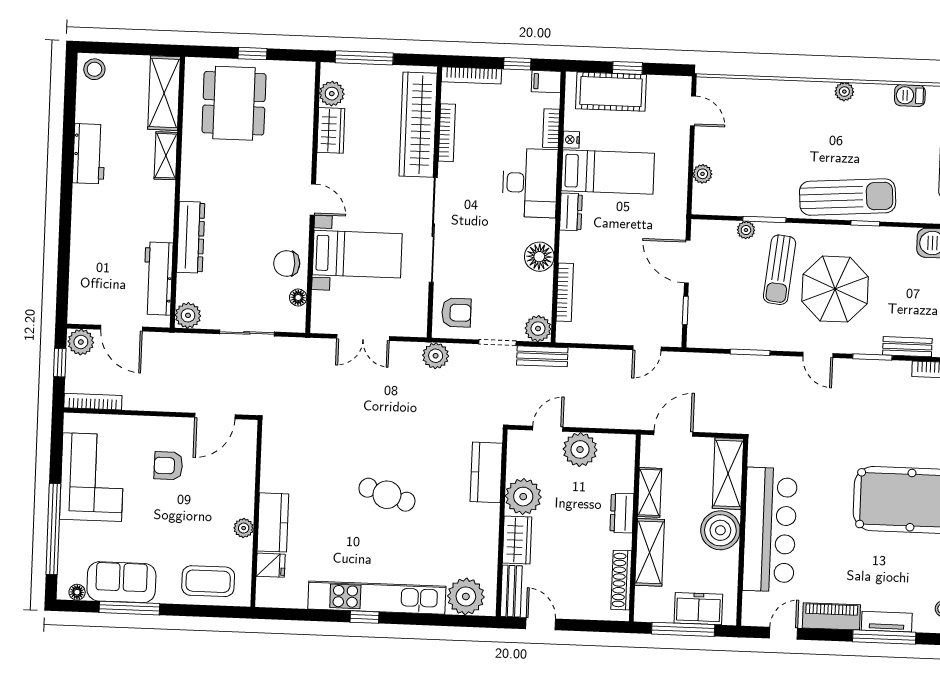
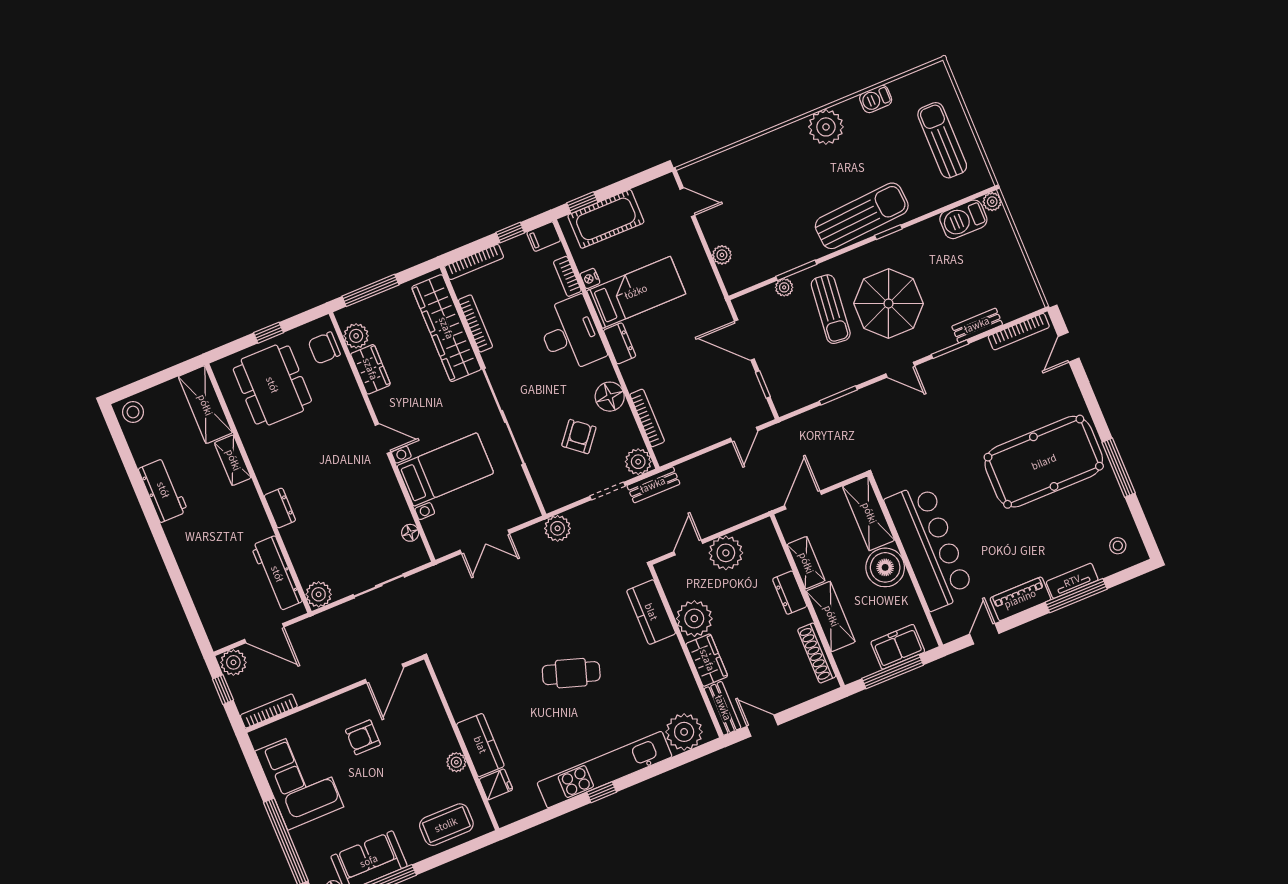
window: (628, 68) -> (582, 203), moved
plant: (844, 92) -> (826, 127), width x1.88, depth x1.88
dresser: (191, 237) -> (280, 508), width x0.51, depth x0.80
chair: (287, 263) -> (324, 348), moved
armchair: (456, 313) -> (579, 437), moved, turned -51

